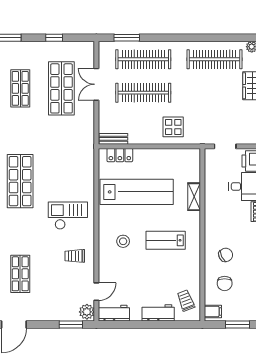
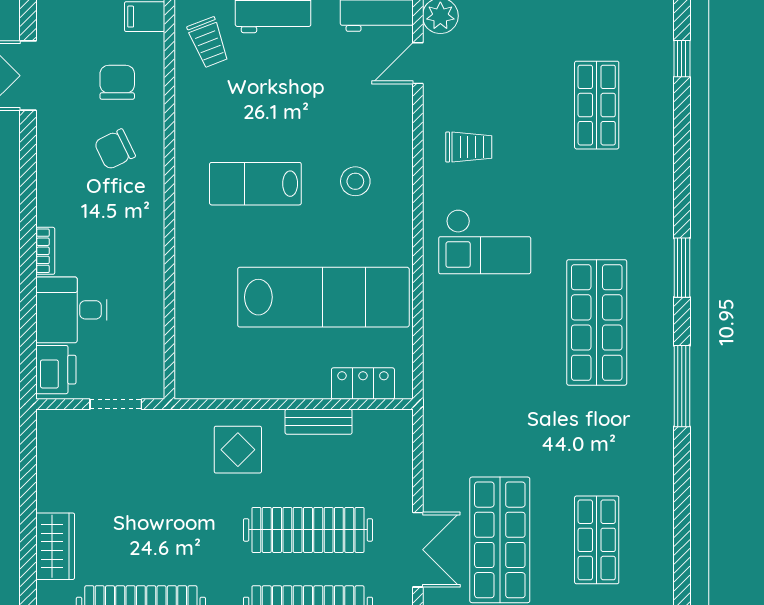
bench: (113, 139) -> (319, 422), moved
lab bench: (137, 192) -> (323, 297), turned 180
shelving: (194, 197) -> (189, 286), removed
lab bench: (166, 240) -> (255, 184), turned 180

